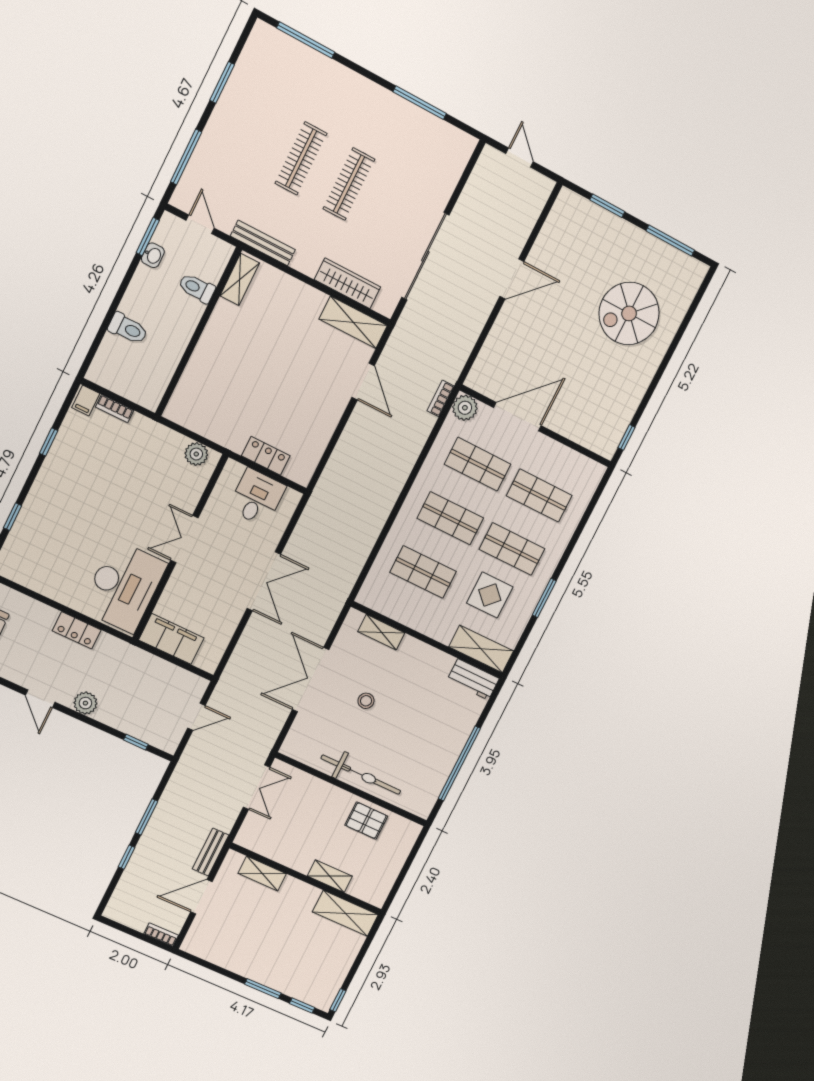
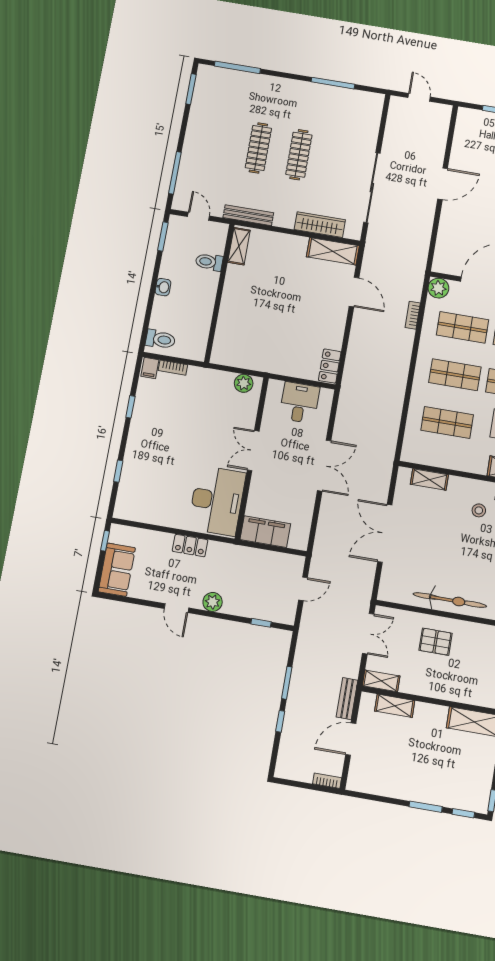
window: (222, 82) -> (191, 89), moved
washbasin: (153, 255) -> (163, 287), moved
toilet: (128, 329) -> (160, 339), moved
bookcase: (441, 398) -> (413, 315), moved
locker: (266, 456) -> (330, 366), moved, turned -90
stool: (366, 701) -> (479, 510), moved
pallet: (366, 821) -> (436, 642), moved
shelving: (330, 876) -> (381, 681), moved

